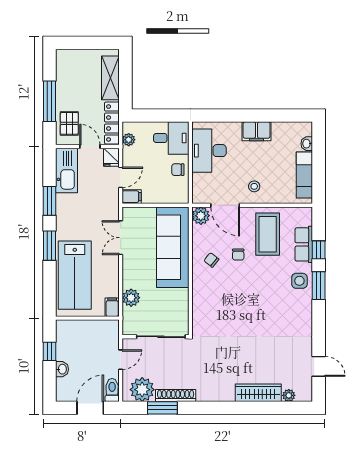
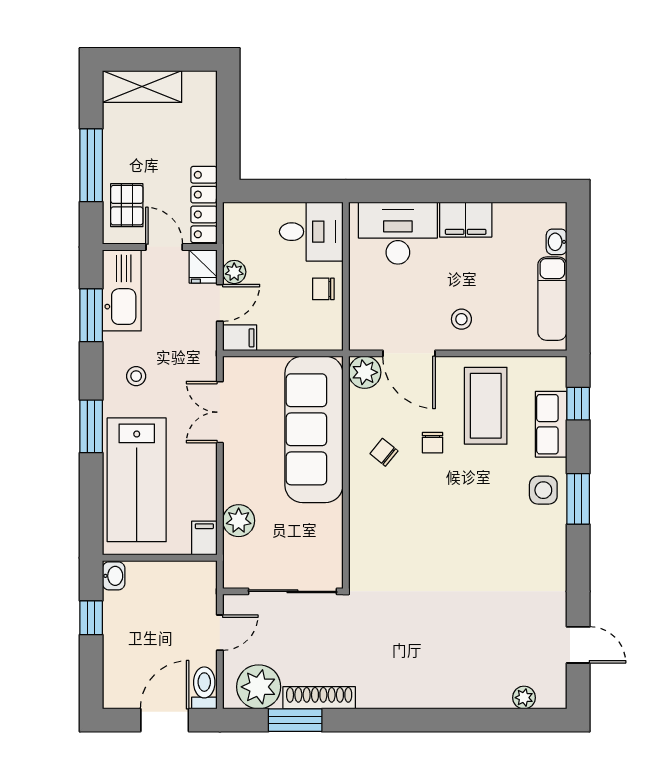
shelving: (110, 78) -> (142, 87), moved, turned 90
plant: (129, 140) -> (234, 272), moved
desk: (209, 151) -> (398, 233), moved, turned 90
window: (50, 201) -> (91, 315), moved
stool: (74, 218) -> (136, 376), added
window: (319, 250) -> (578, 404), moved
washbasin: (62, 369) -> (114, 576), moved
wardrobe: (258, 393) -> (469, 693), removed

